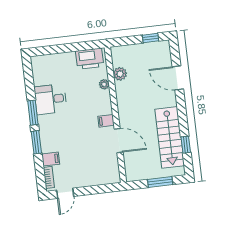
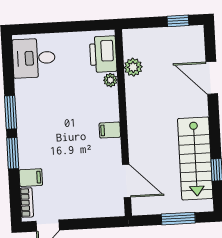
printer: (90, 59) -> (103, 54), moved, turned 90
desk: (51, 99) -> (34, 58), moved
door: (119, 141) -> (126, 181), moved

